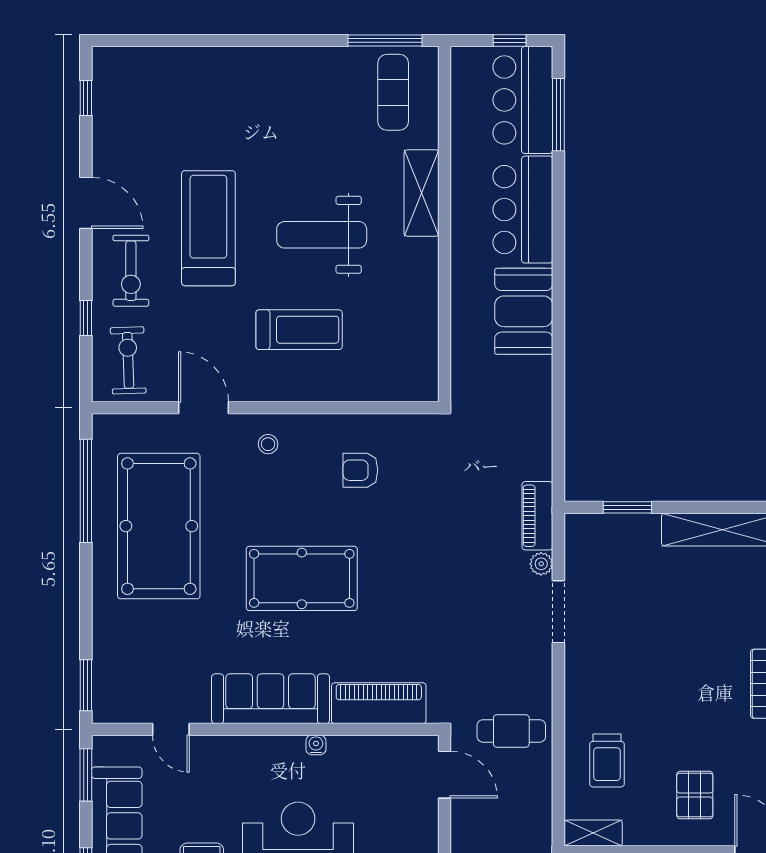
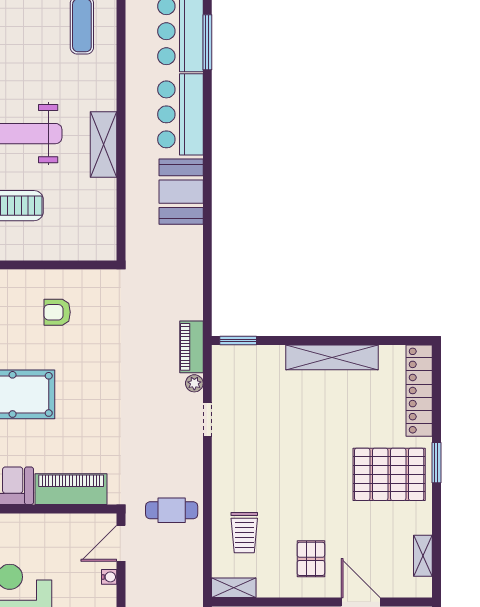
shelving: (422, 193) -> (103, 144), moved
window: (627, 507) -> (238, 340), moved
doorway: (558, 612) -> (207, 420), width x0.73
water cooler: (316, 745) -> (109, 577), moved, turned 90
door: (445, 775) -> (121, 543), swing flipped

